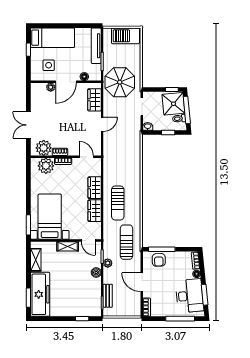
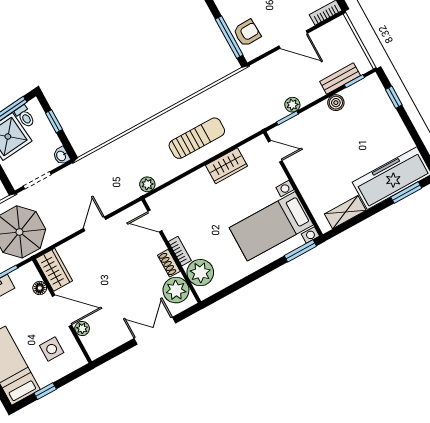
wardrobe: (94, 100) -> (54, 270), moved, turned -90
door: (102, 124) -> (95, 224), hinge flipped
double door: (28, 125) -> (155, 331), swing flipped
door: (86, 157) -> (155, 221), hinge flipped
plant: (108, 163) -> (147, 184), added
wardrobe: (95, 188) -> (193, 184), removed
door: (88, 240) -> (275, 151), hinge flipped
sun lounger: (126, 242) -> (247, 94), removed
shelving: (68, 246) -> (300, 176), removed
boiler: (96, 272) -> (336, 103), moved
door: (142, 282) -> (293, 40), hinge flipped

